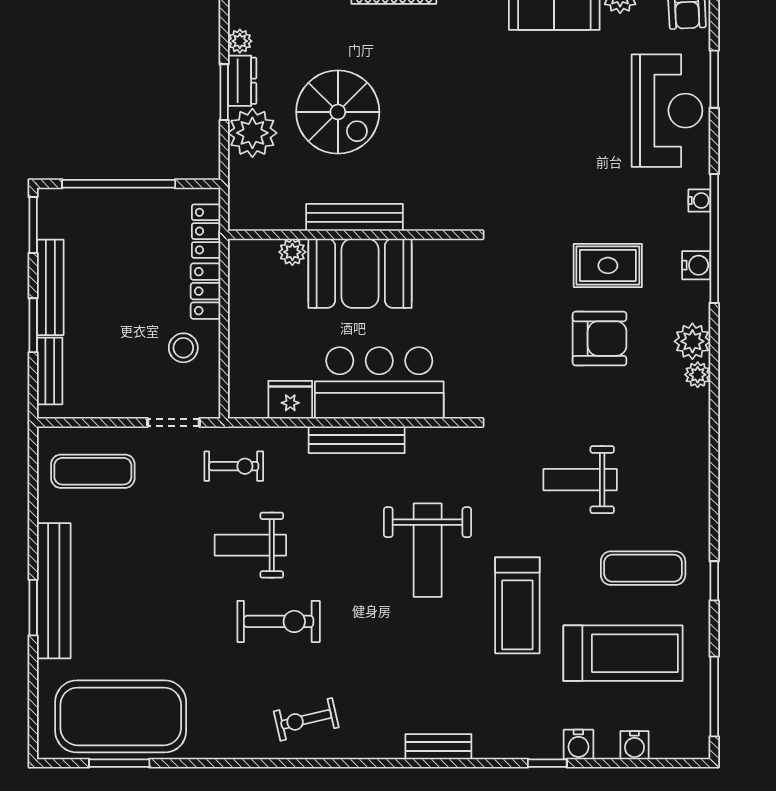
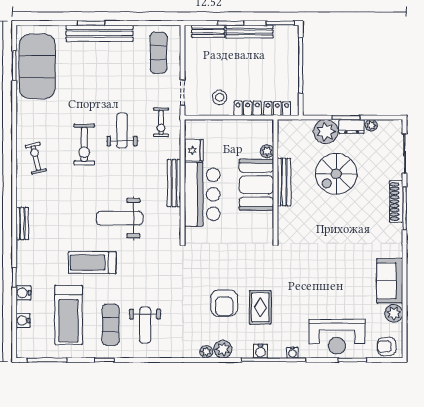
weight bench: (580, 480) -> (145, 325), moved, turned 180

